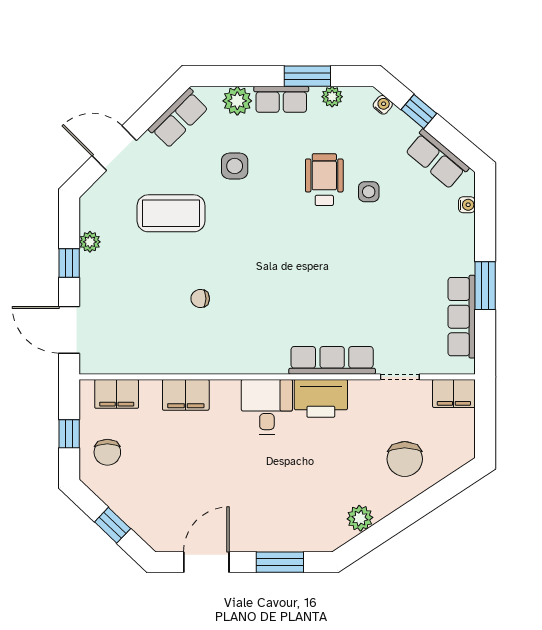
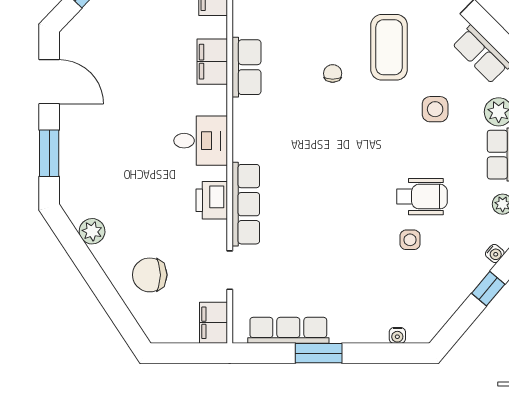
row of seats: (437, 159) -> (246, 67), moved, turned 140
chair: (200, 299) -> (333, 73), moved
printer: (321, 398) -> (212, 200), width x0.73, depth x0.84

